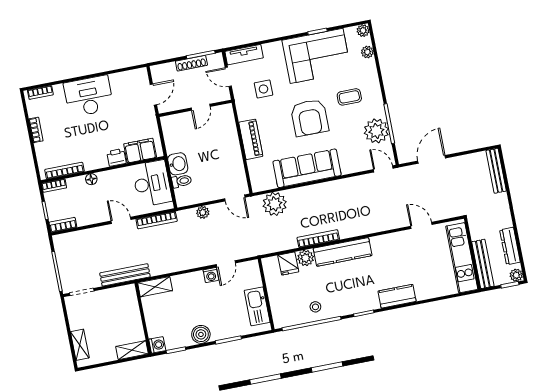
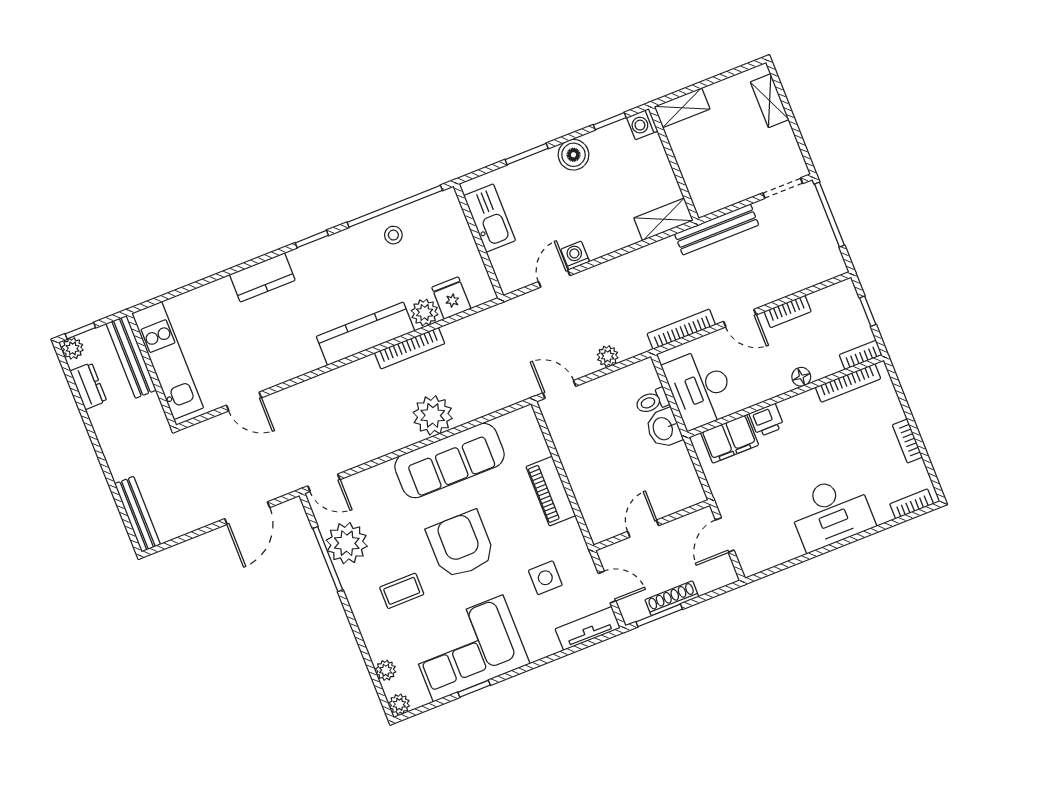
plant: (275, 204) -> (433, 415), moved
bookcase: (63, 225) -> (788, 312), moved
dresser: (510, 246) -> (88, 386), width x0.70

